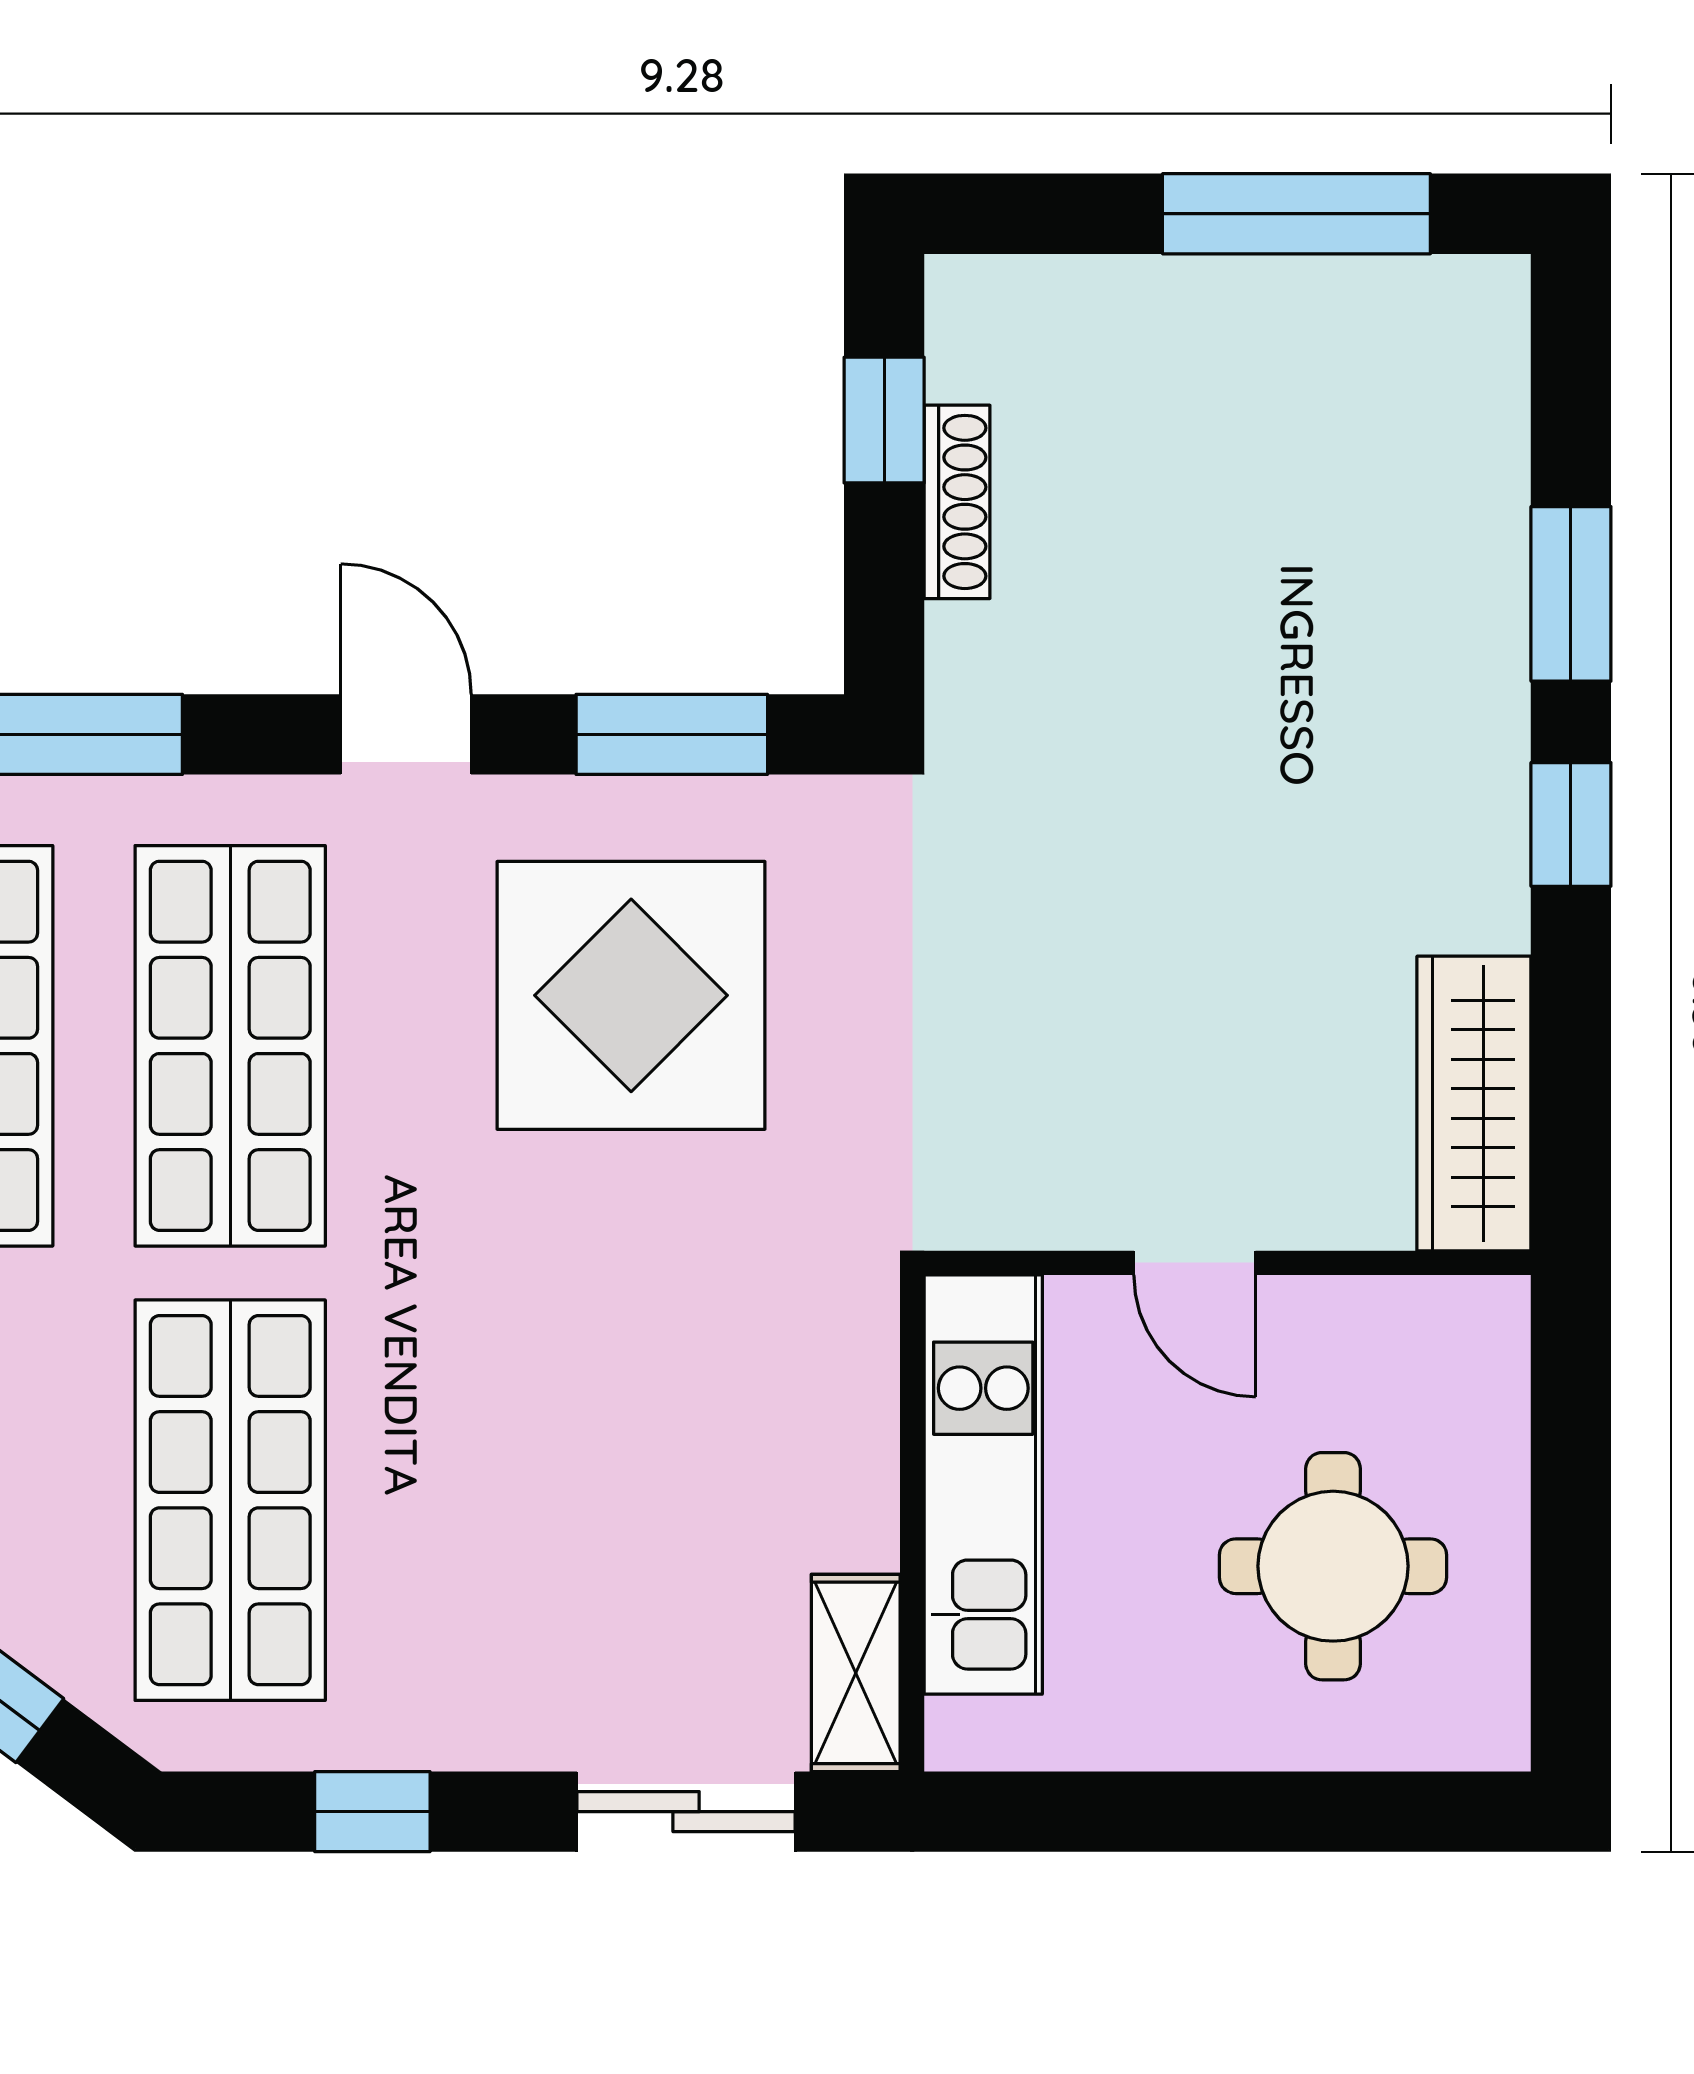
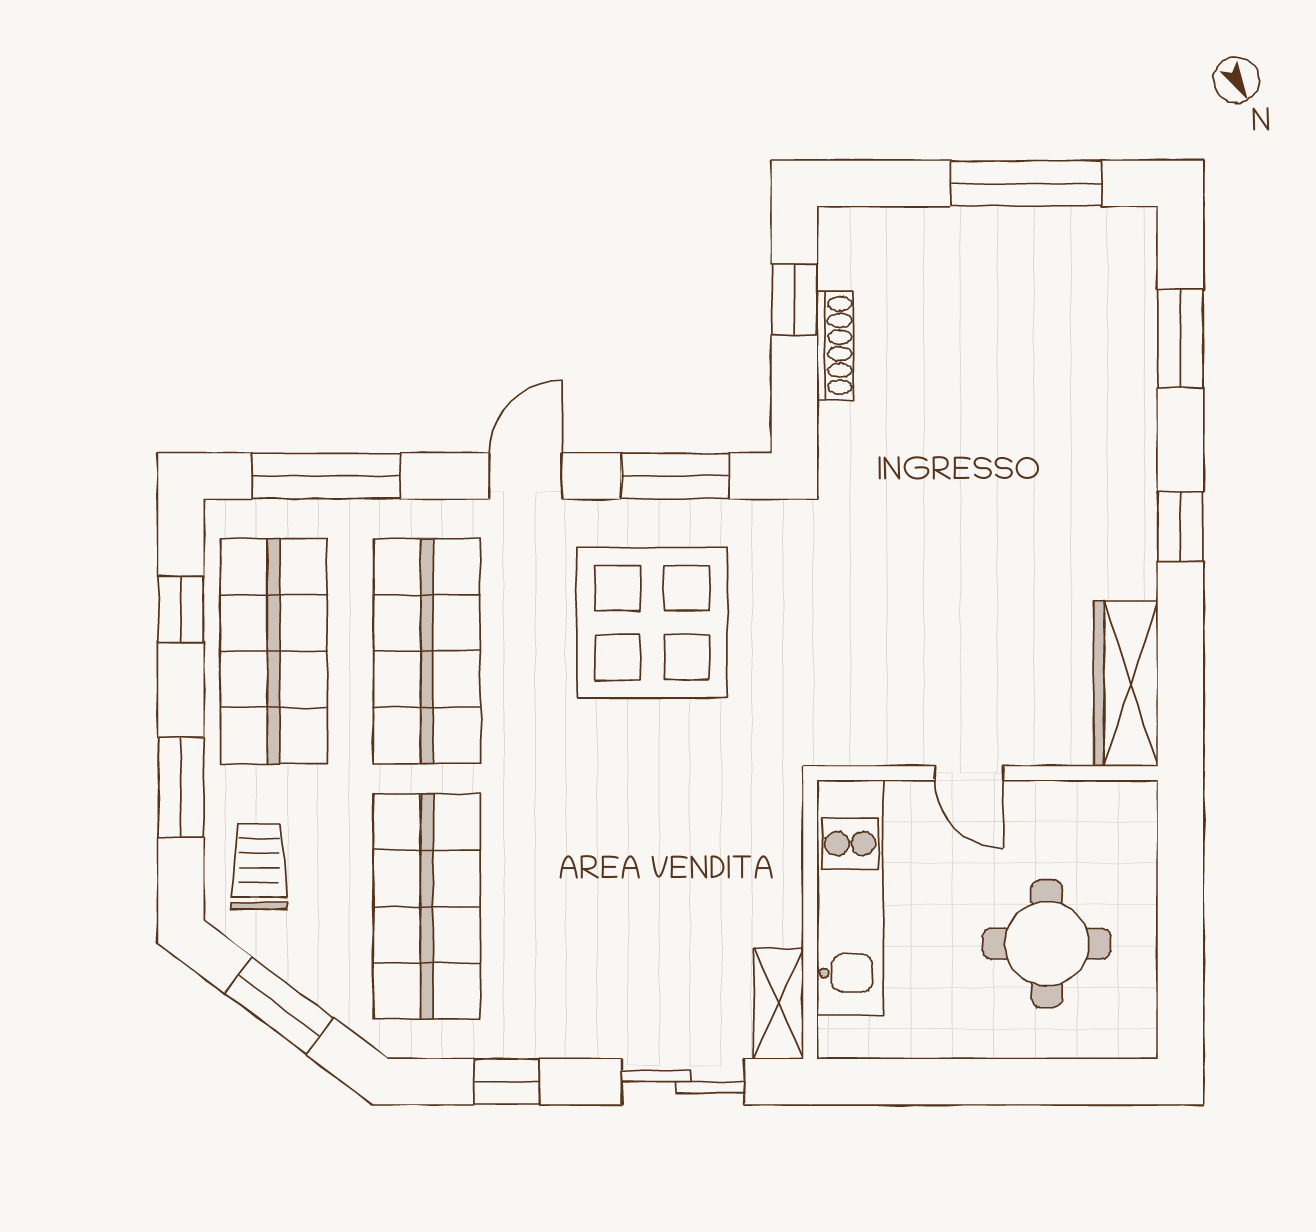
window: (1571, 594) -> (1180, 339), moved
door: (406, 734) -> (526, 476), hinge flipped

